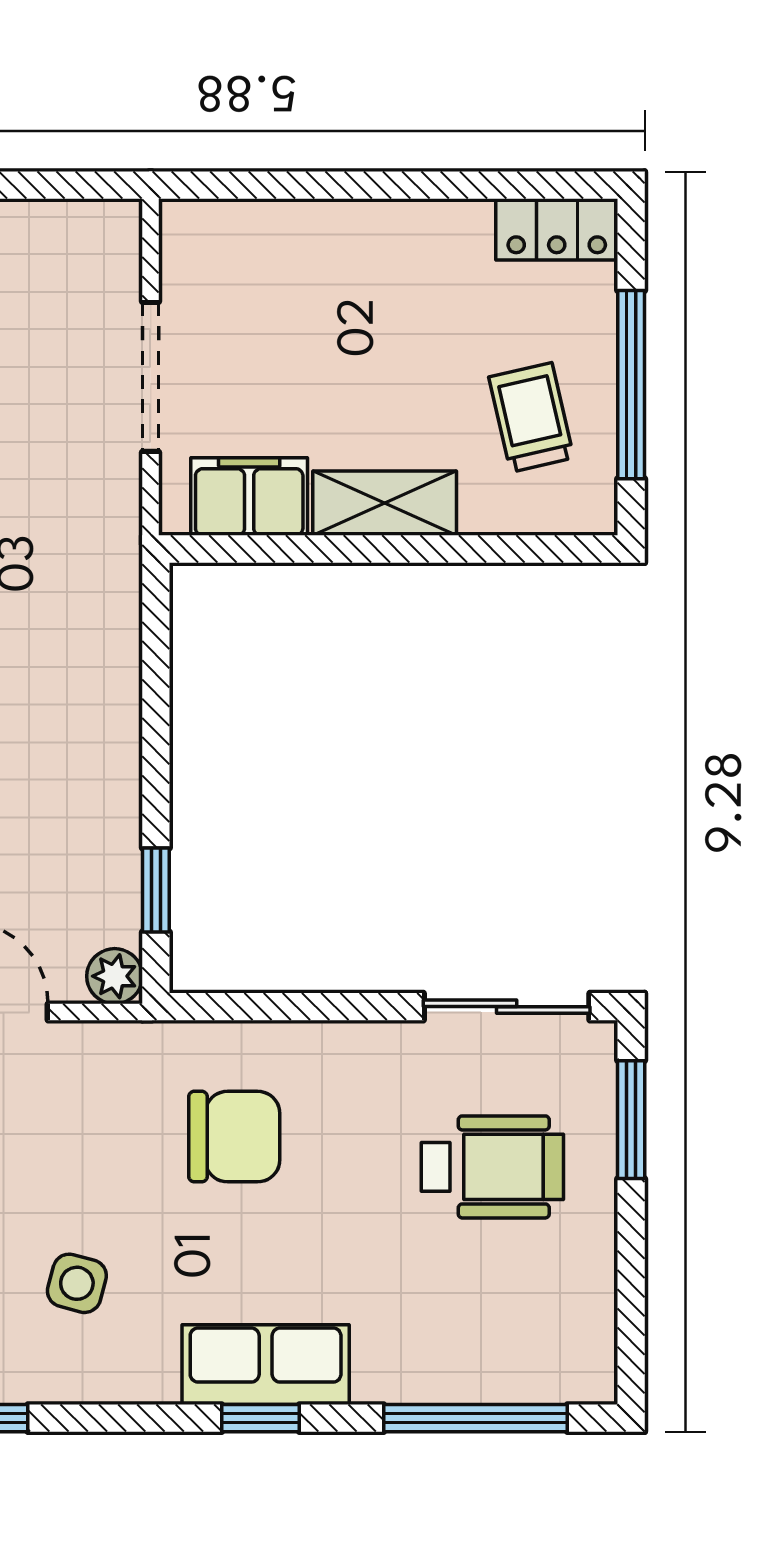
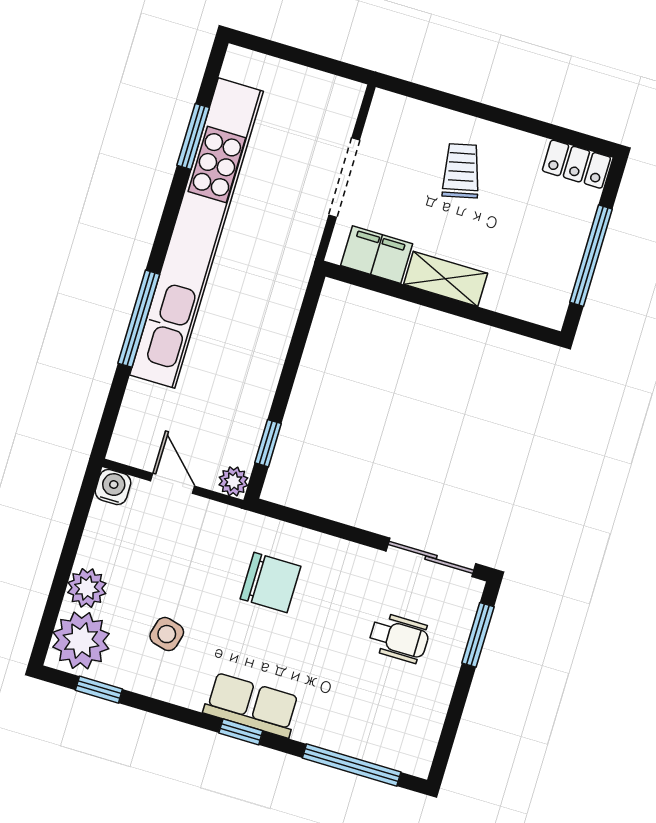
trolley: (531, 417) -> (461, 171), moved
wheelchair: (492, 1167) -> (399, 638), width x0.73, depth x0.73

